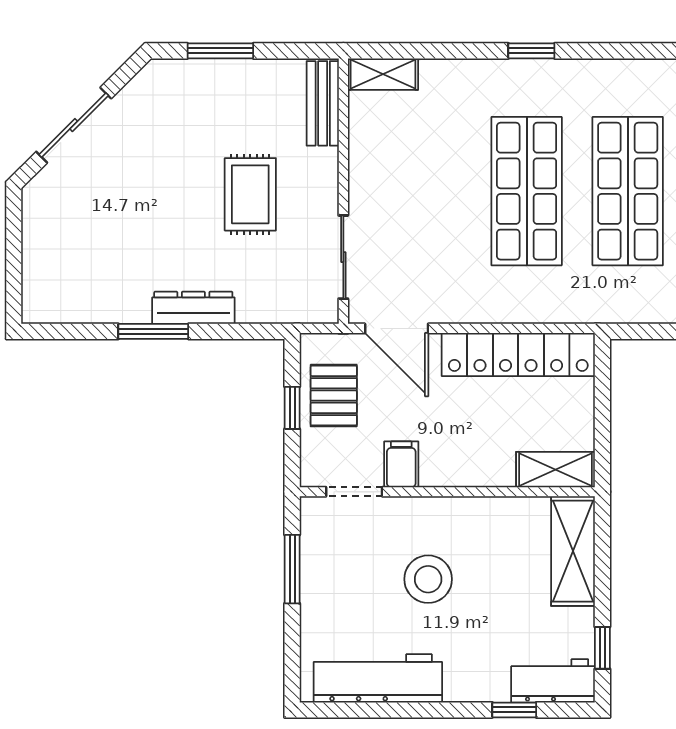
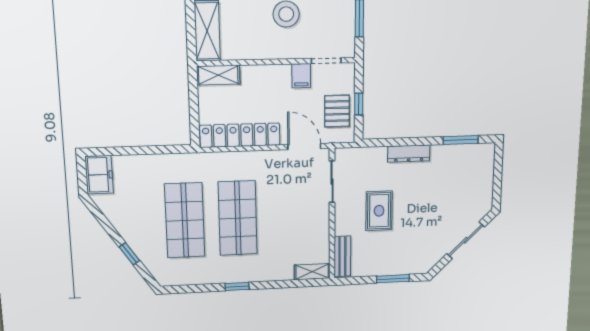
window: (153, 331) -> (461, 140), moved

